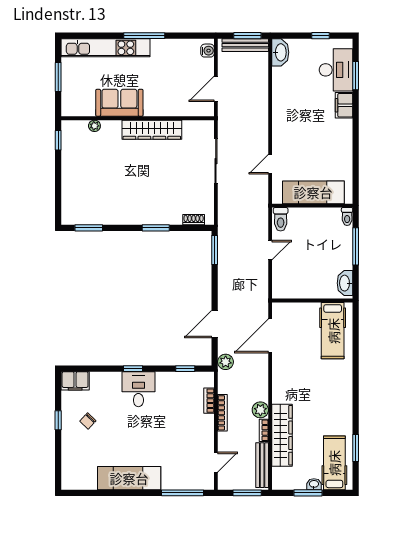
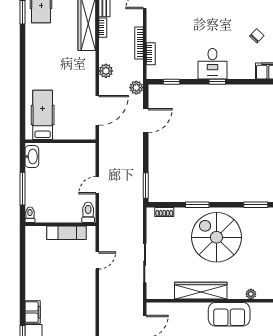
spiral stairs: (134, 191) -> (216, 237), added
exam couch: (313, 192) -> (67, 233), width x0.73, depth x0.69
plant: (260, 410) -> (106, 71), moved

